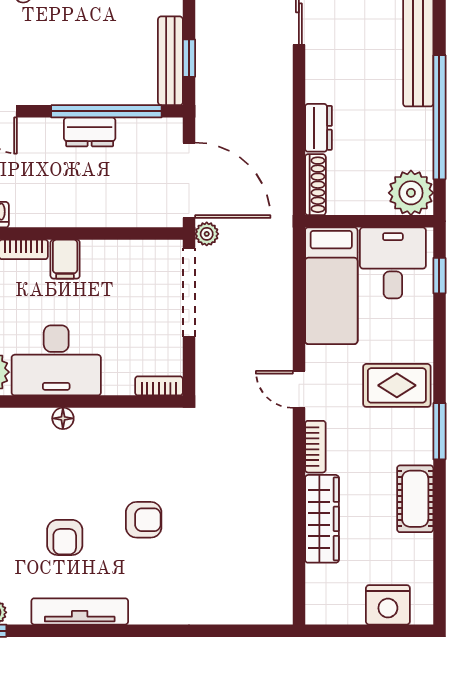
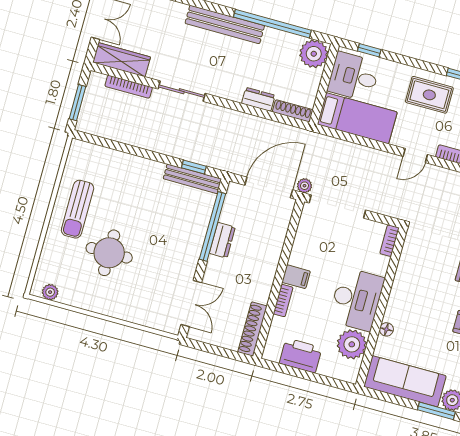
rug: (397, 385) -> (429, 95), turned 90
floor lamp: (63, 418) -> (386, 329), moved

